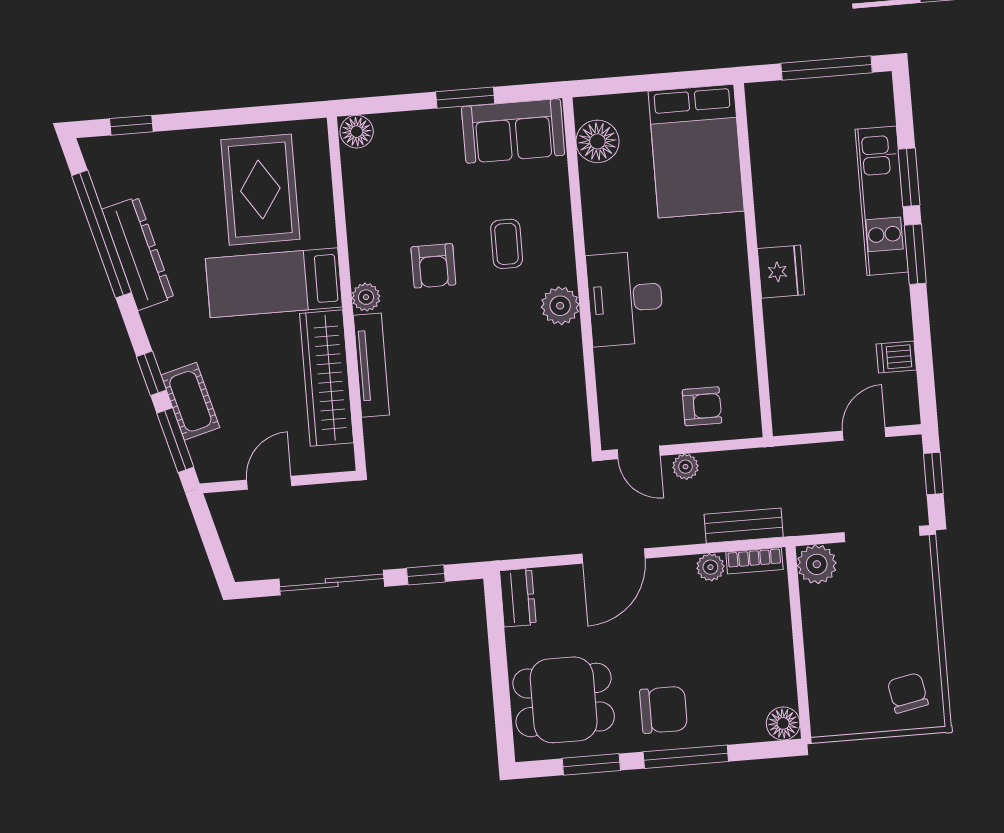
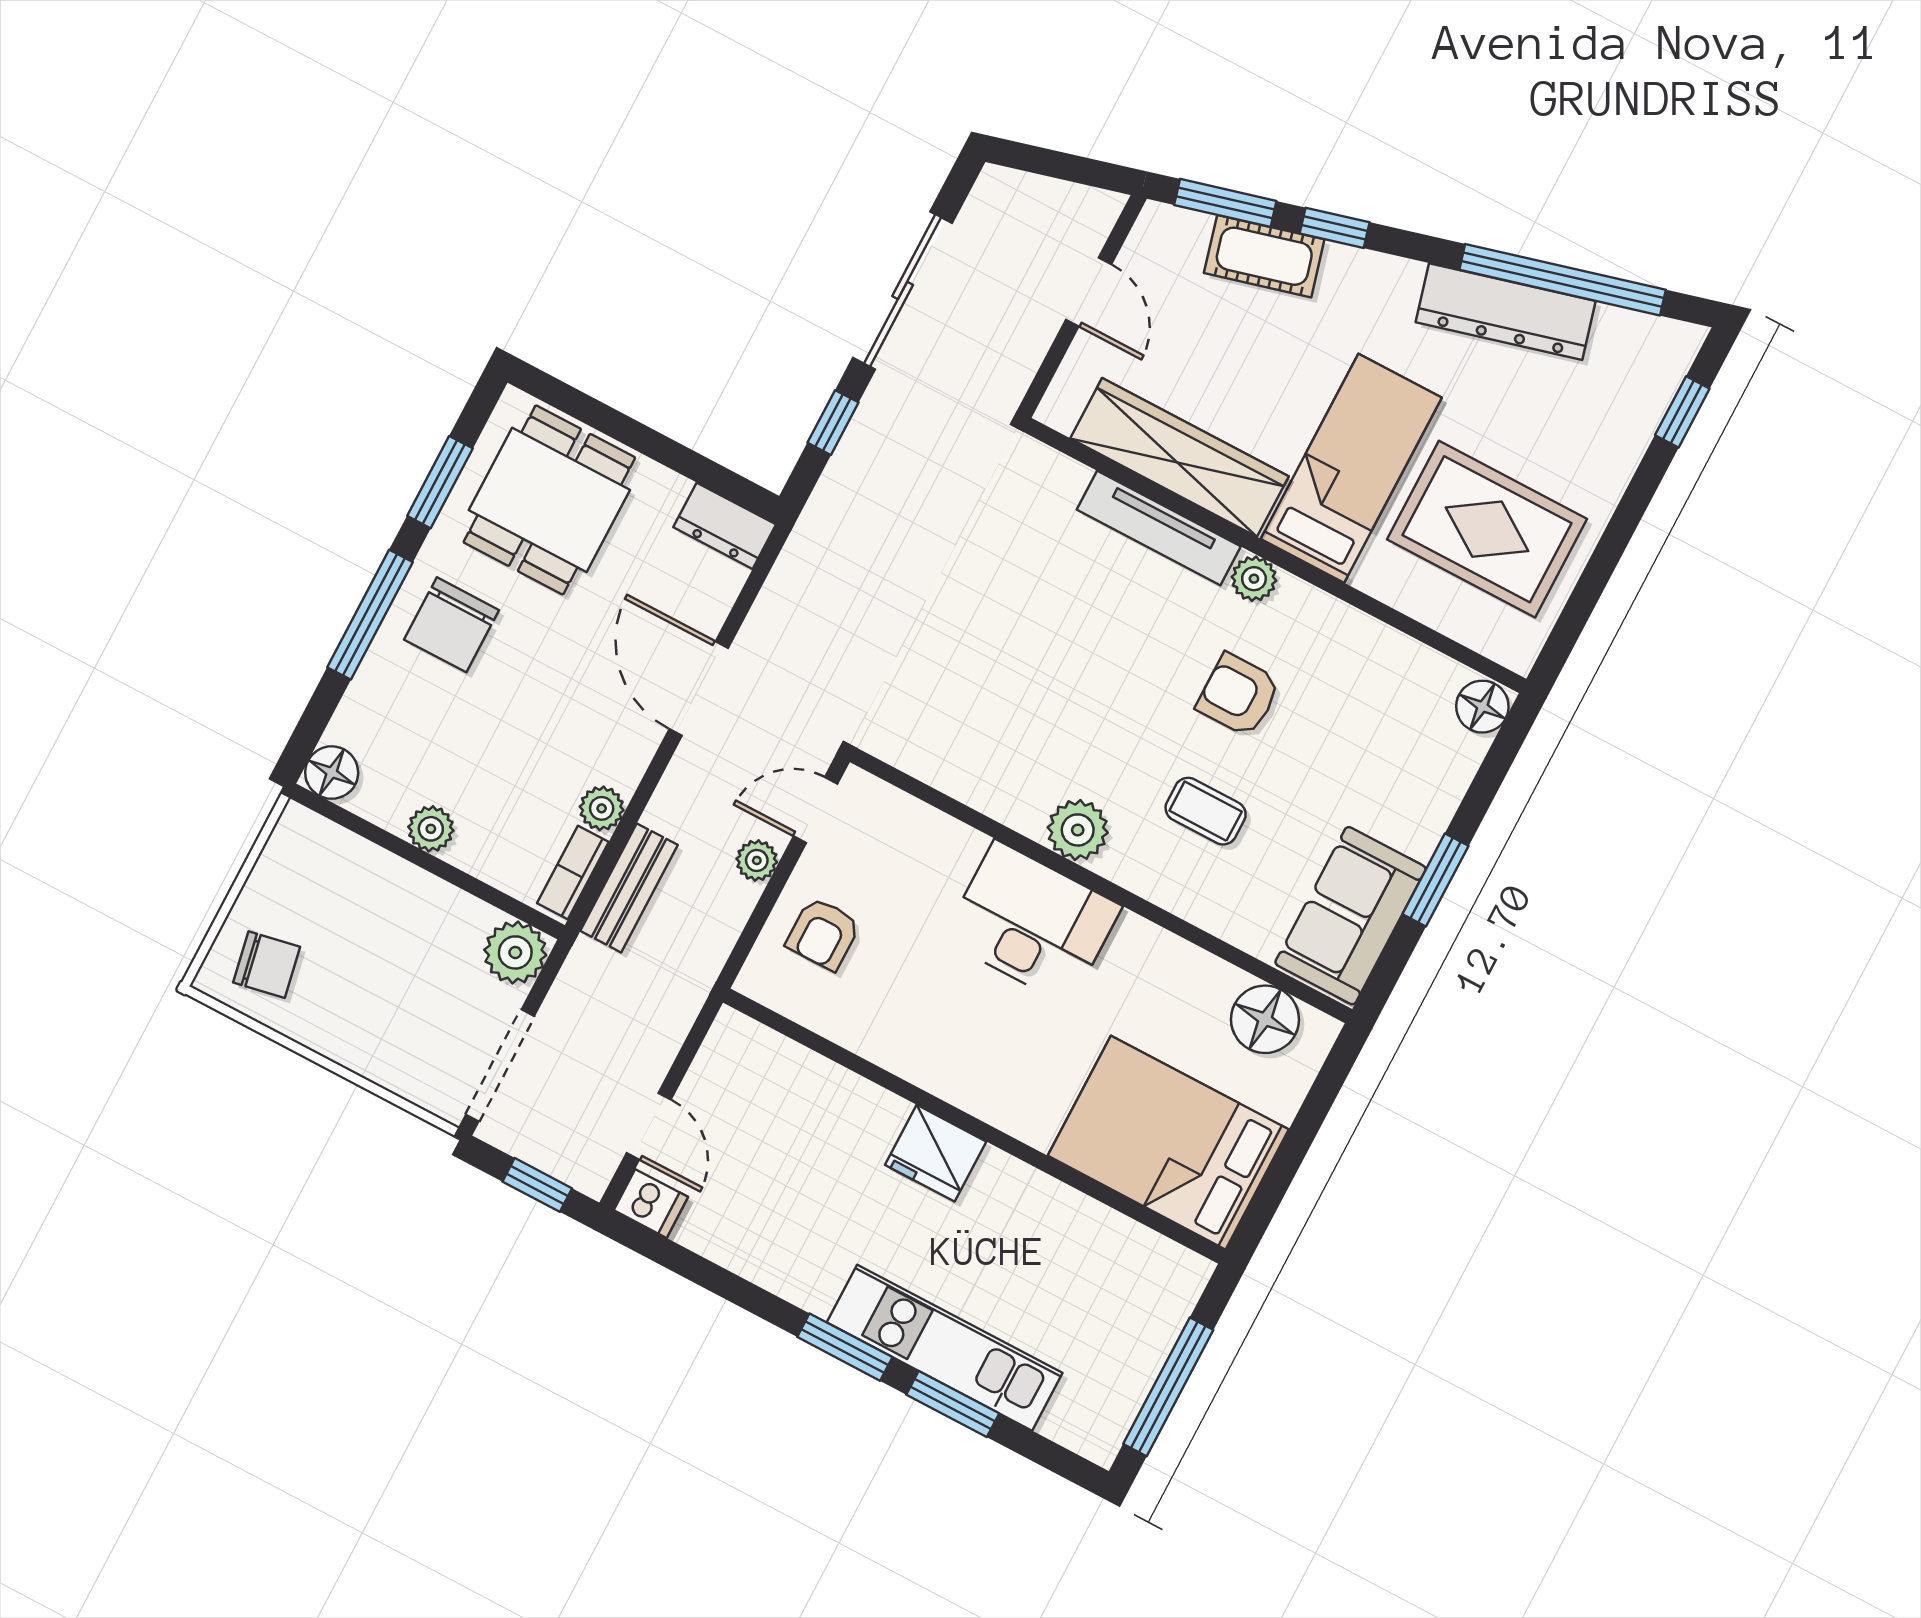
dishwasher: (896, 357) -> (651, 1204), moved, turned 90
plant: (779, 651) -> (431, 829), added

